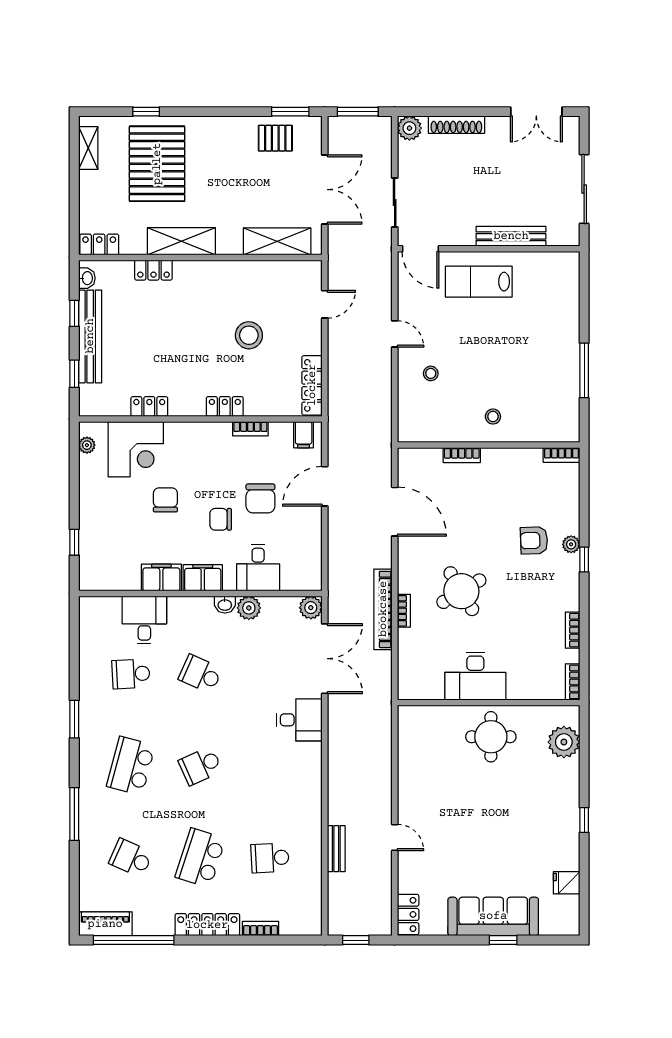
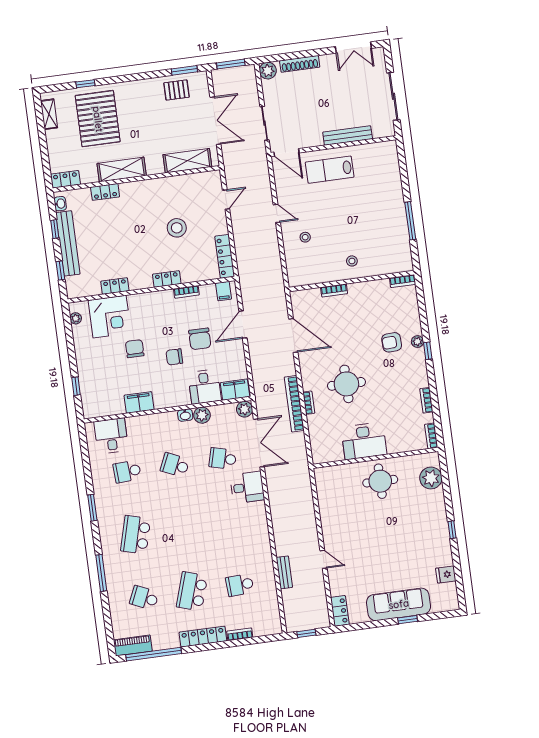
filing cabinet: (203, 578) -> (235, 390), moved
round table: (461, 591) -> (346, 384), turned 31
desk: (144, 620) -> (111, 436), moved
school desk: (200, 766) -> (223, 459), moved, turned 39

